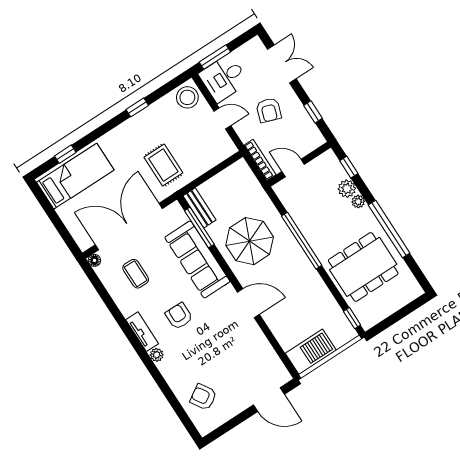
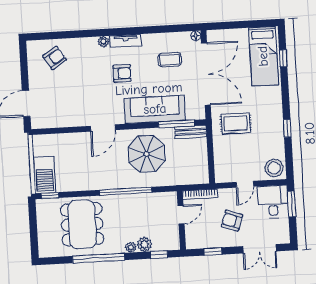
barbecue: (311, 352) -> (44, 175), moved

